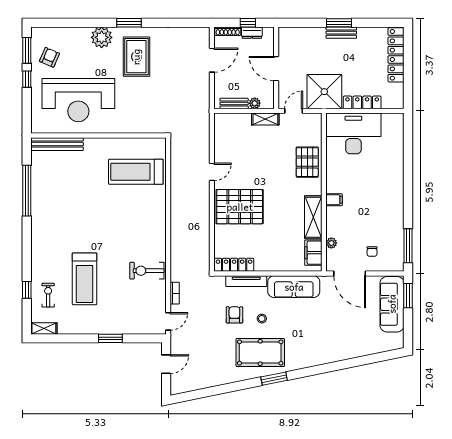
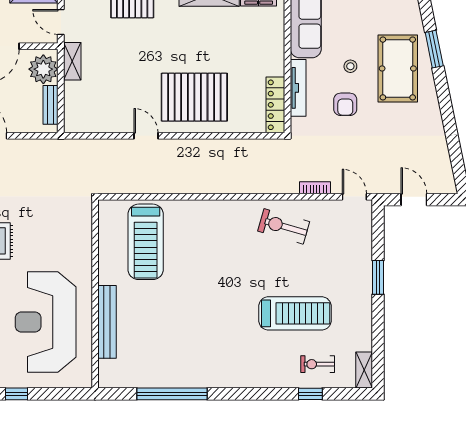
reception desk: (78, 100) -> (46, 322), turned 180
plant: (255, 103) -> (43, 69), width x1.88, depth x1.88
bench: (57, 144) -> (107, 322), moved
pallet: (240, 207) -> (194, 97), turned 90
exercise bike: (147, 271) -> (284, 226), turned 106
armchair: (234, 315) -> (345, 104), turned -90

